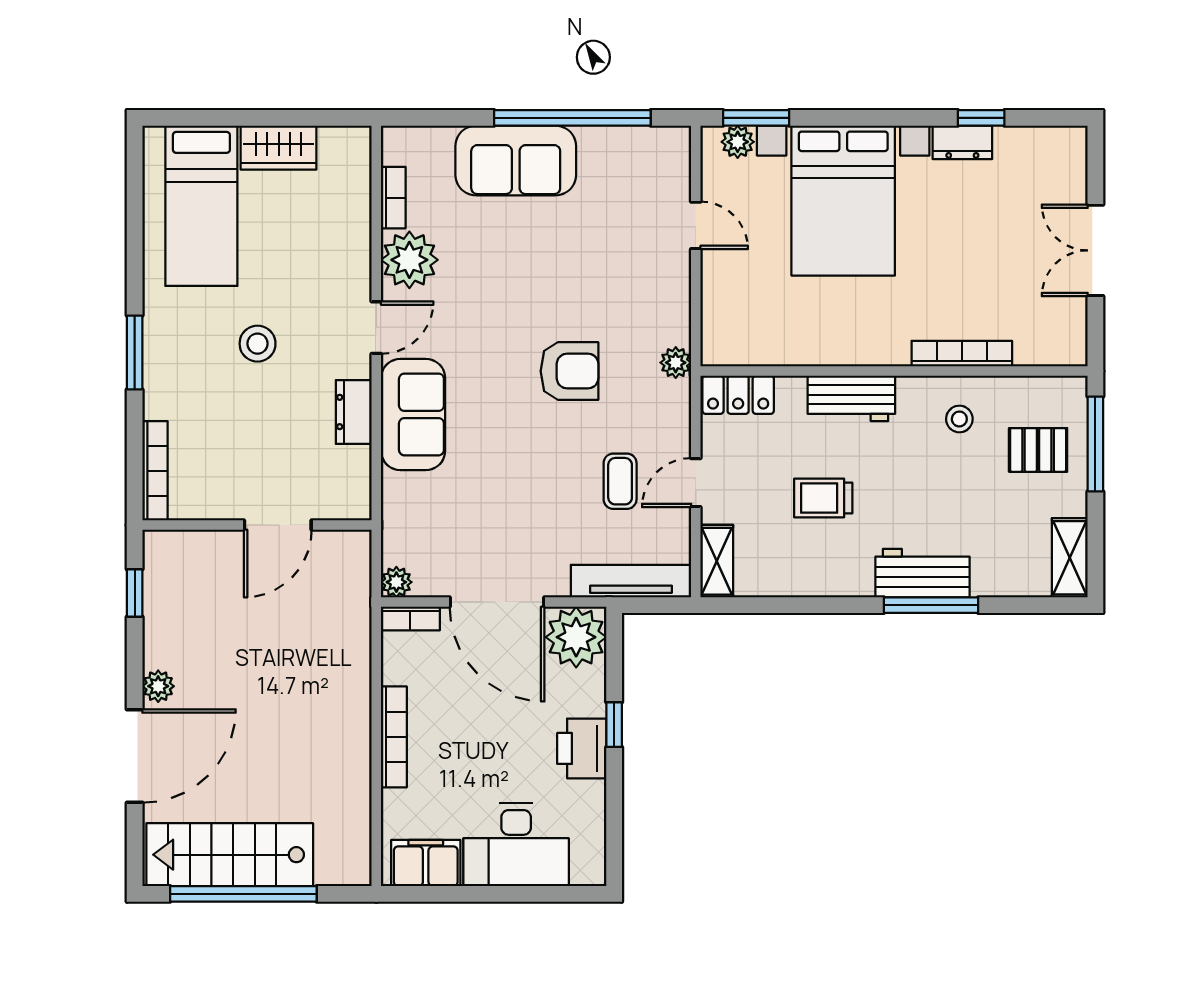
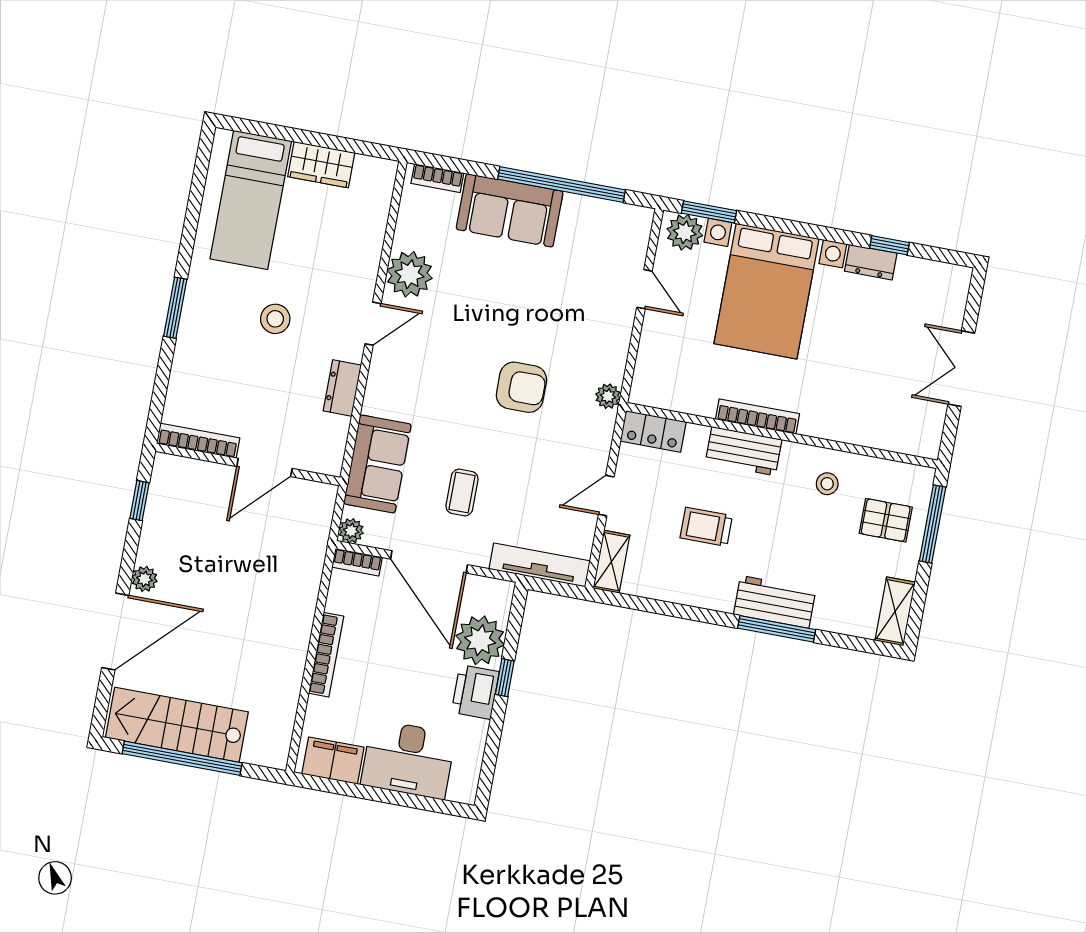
plant: (738, 142) -> (685, 232), width x1.38, depth x1.38
bookcase: (393, 198) -> (437, 178), moved, turned 90
bookcase: (962, 354) -> (758, 417), moved
sofa: (413, 414) -> (377, 464), moved
bookcase: (155, 471) -> (198, 441), moved, turned -90
coffee table: (620, 481) -> (462, 493), moved
plant: (576, 637) -> (480, 640), moved

